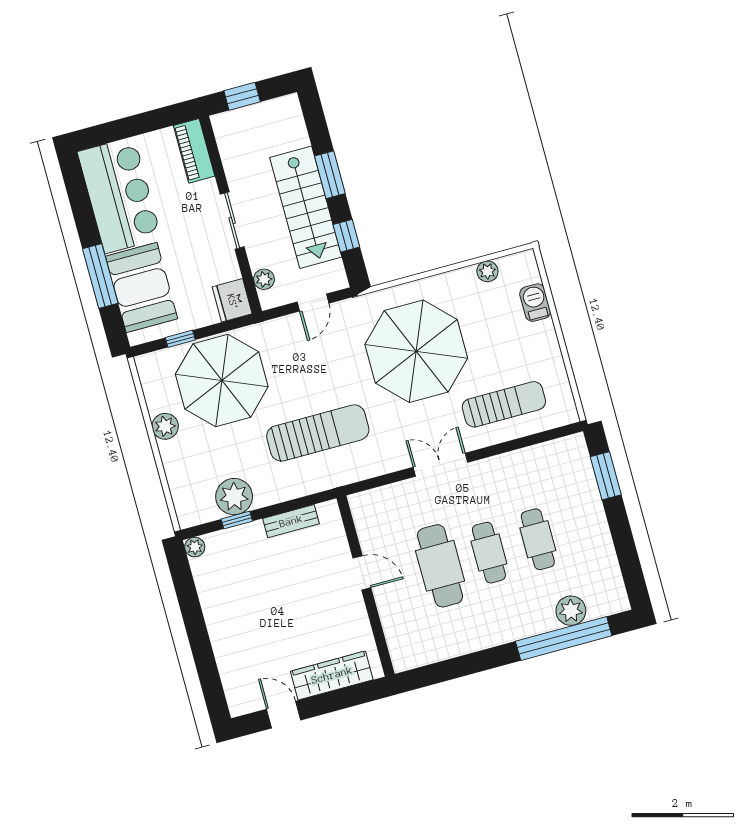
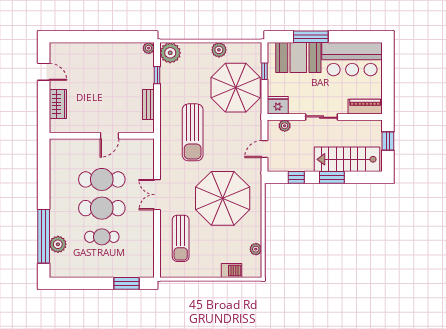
stairs: (306, 207) -> (347, 159), moved
door: (313, 303) -> (265, 149), hinge flipped
double door: (440, 465) -> (157, 195), swing flipped
plant: (234, 497) -> (170, 53), moved
cafe table: (489, 553) -> (102, 208), width x1.37, depth x1.35
wardrobe: (332, 675) -> (58, 104), width x0.67
door: (284, 715) -> (44, 72), hinge flipped

